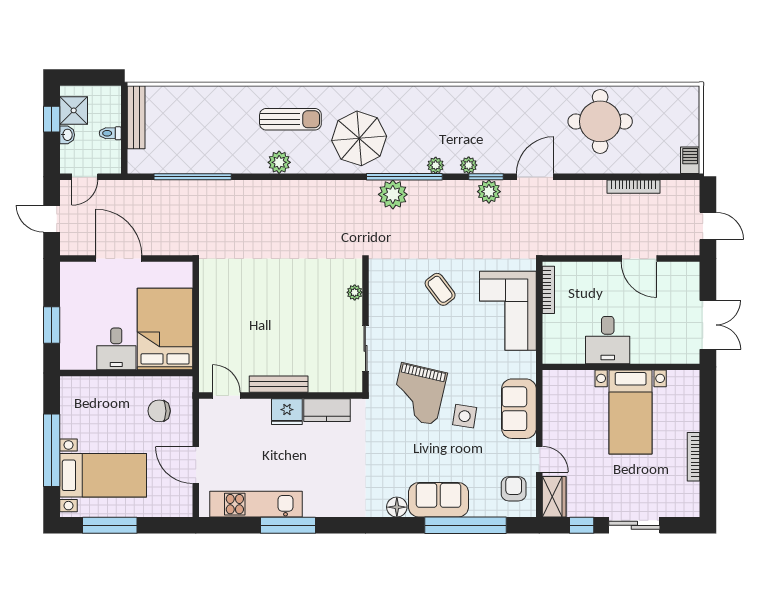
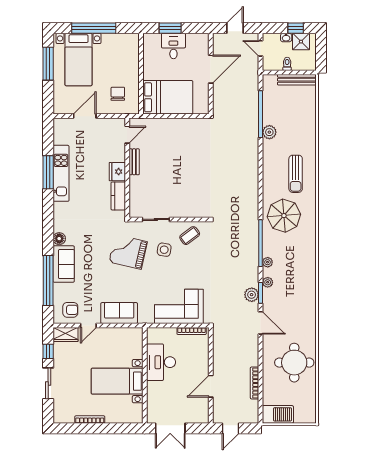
barbecue: (690, 160) -> (278, 414), width x1.88, depth x1.53
plant: (279, 162) -> (269, 132), moved
plant: (393, 194) -> (250, 236), removed
coffee table: (440, 289) -> (190, 236), moved
plant: (355, 292) -> (190, 213), removed
desk: (608, 340) -> (161, 362), width x1.37
desk: (116, 349) -> (173, 46), moved, turned 90
bench: (279, 384) -> (134, 162), width x0.73
side table: (465, 416) -> (164, 250), moved
kitchen unit: (256, 504) -> (61, 173), moved

